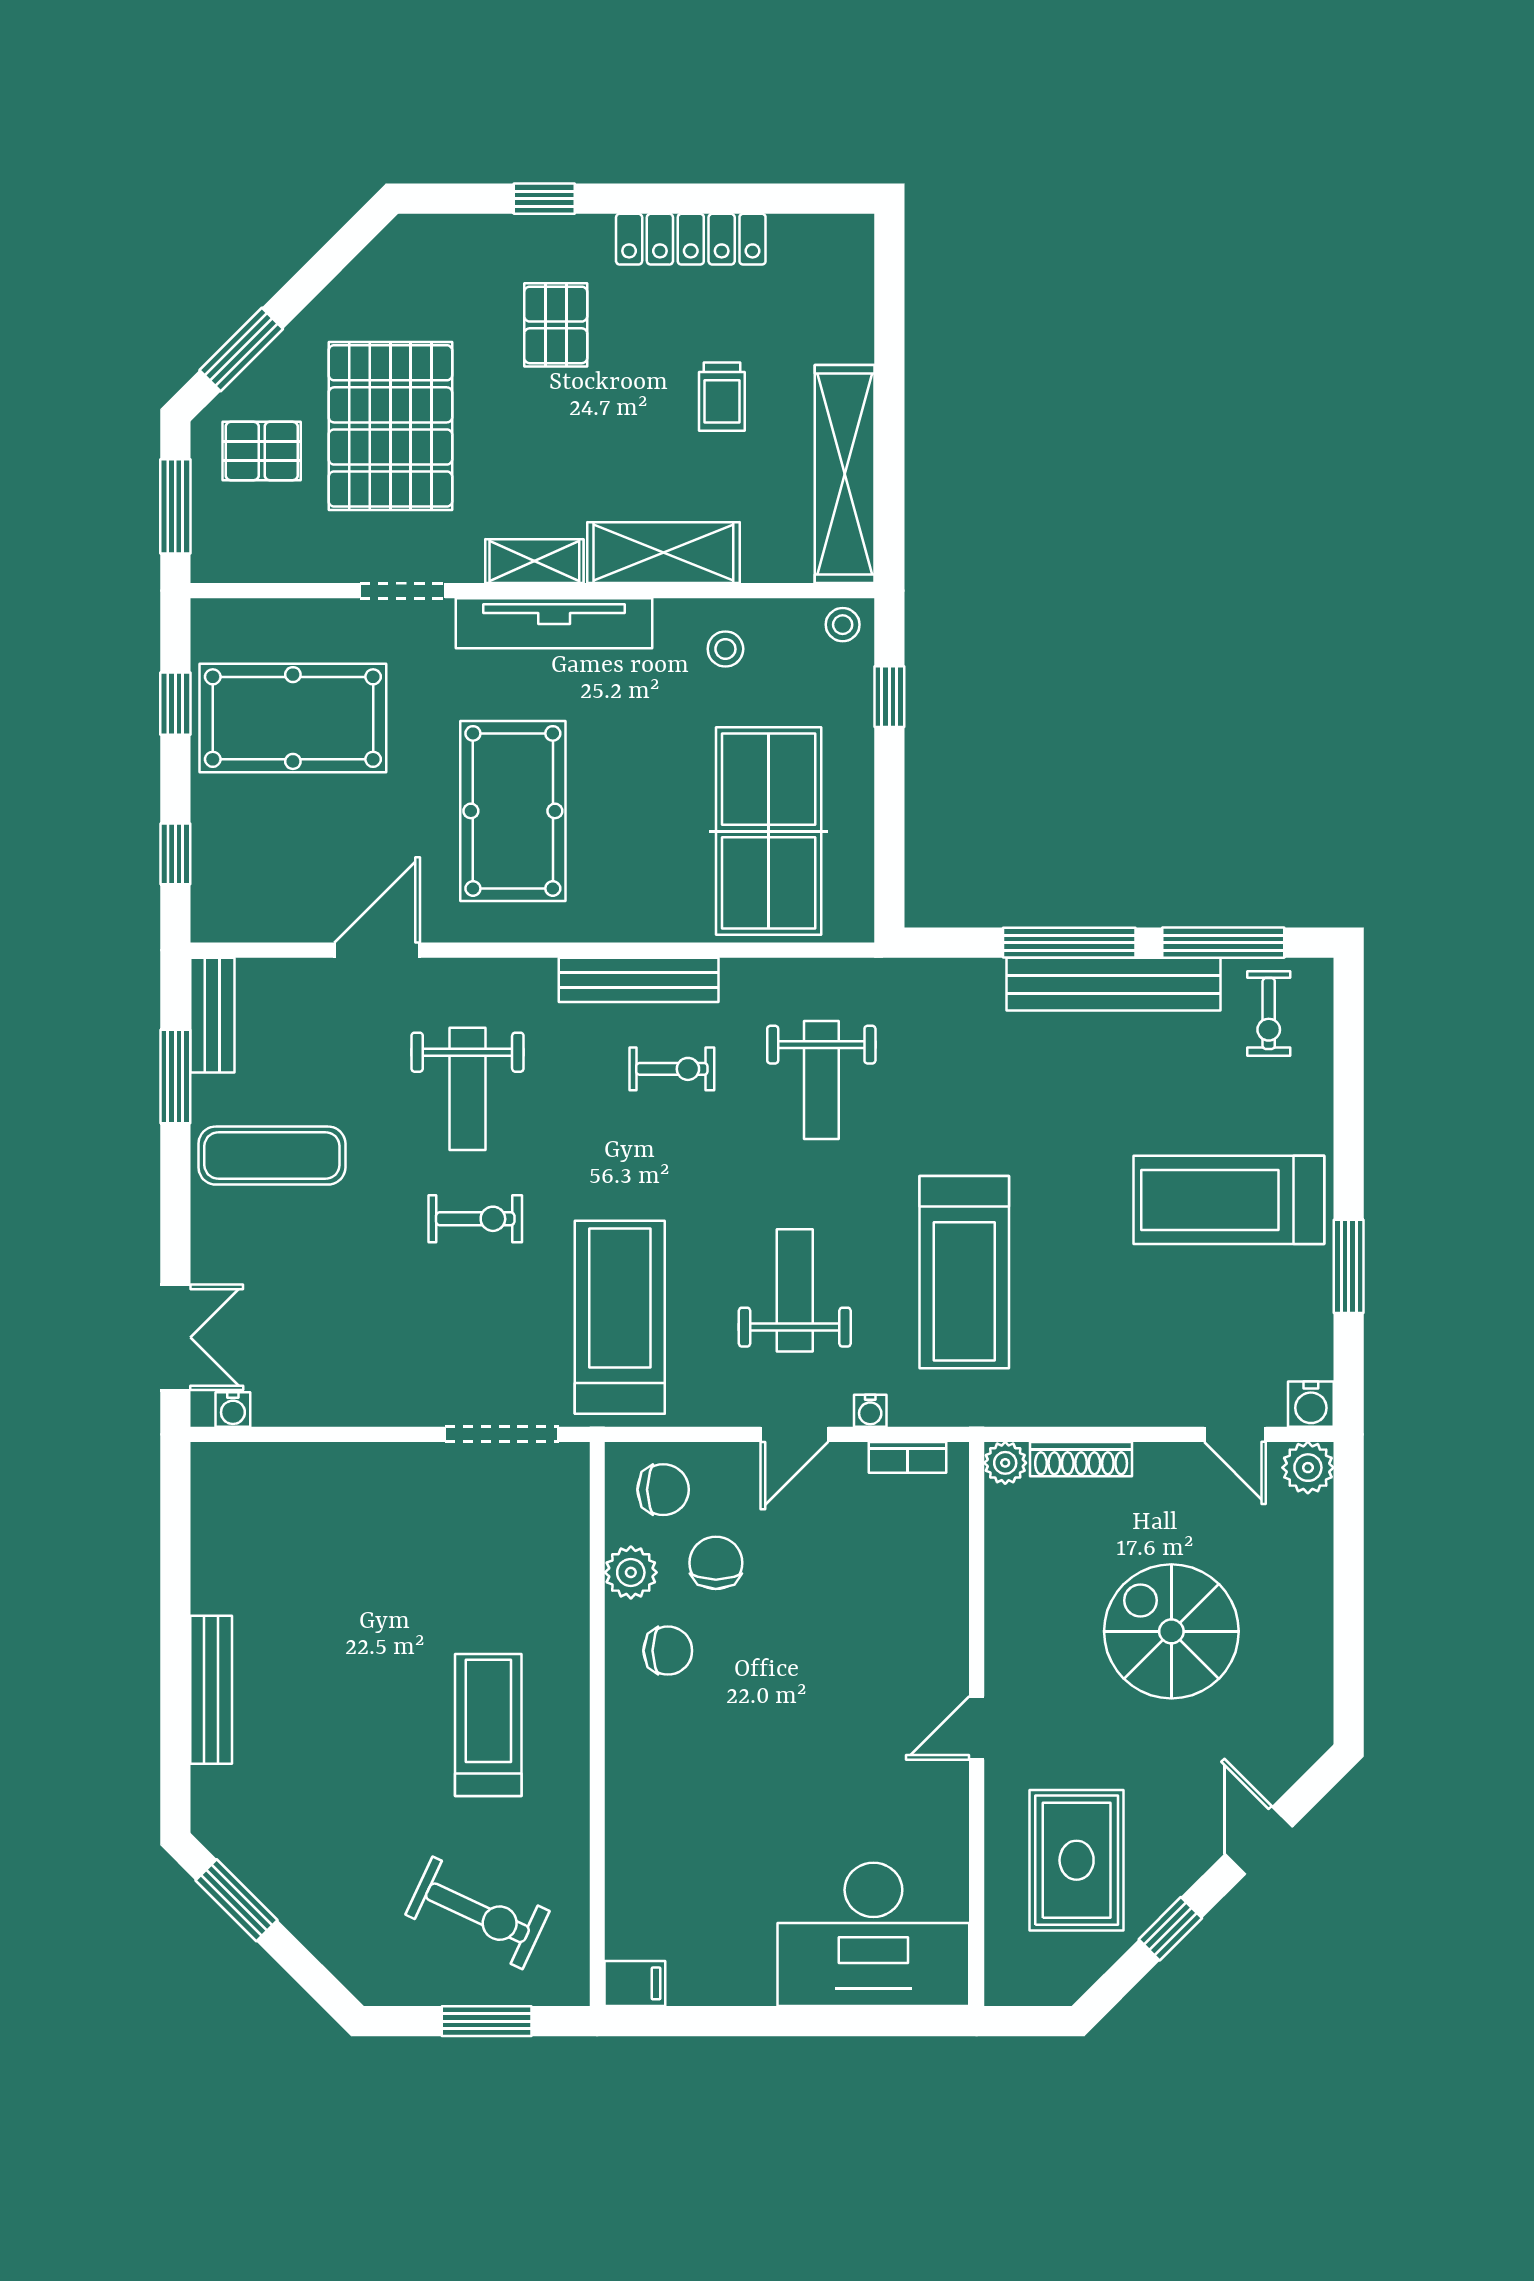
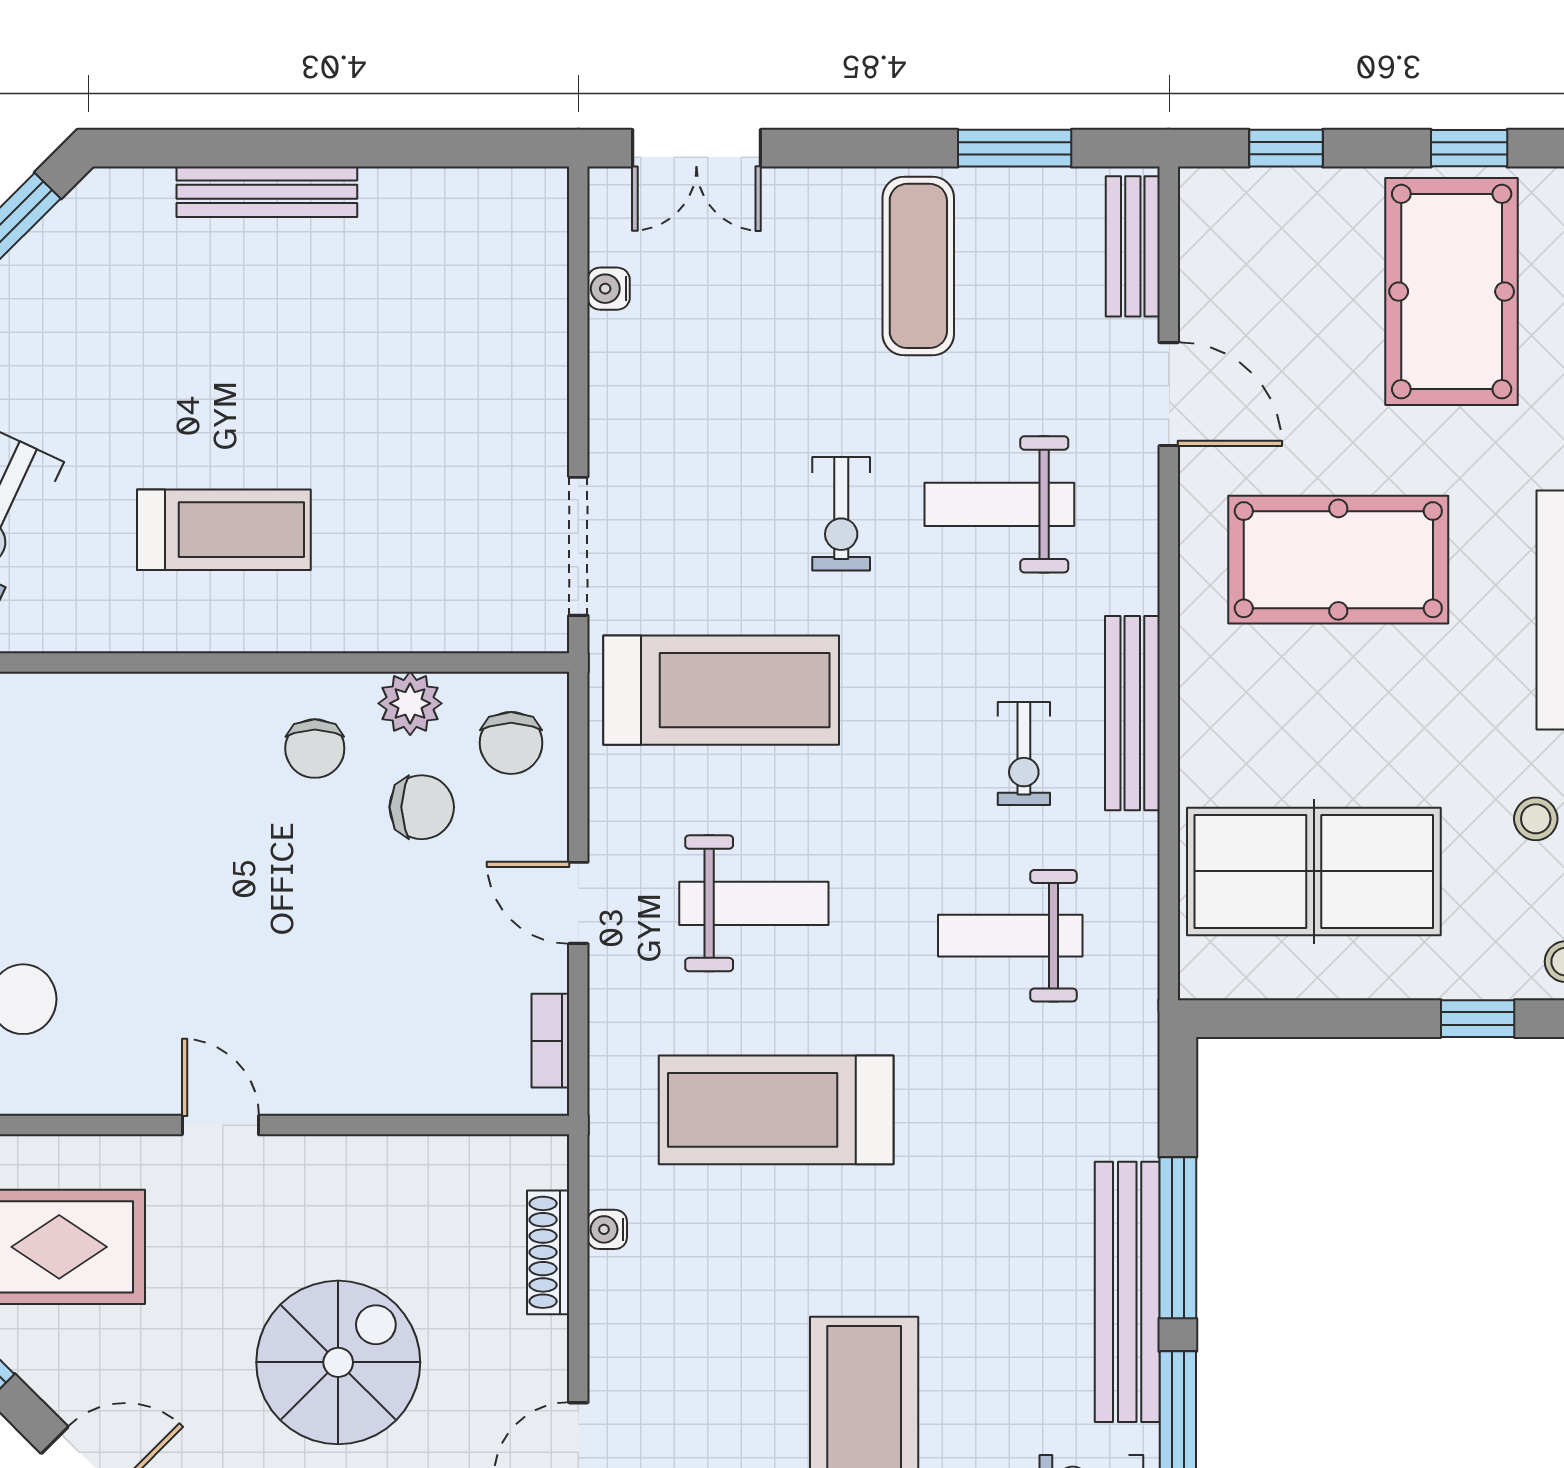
bench: (212, 1015) -> (1133, 246), moved, turned 90
water cooler: (233, 1410) -> (609, 289), moved
water cooler: (870, 1411) -> (607, 1229), moved
plant: (1005, 1463) -> (544, 1160), removed

